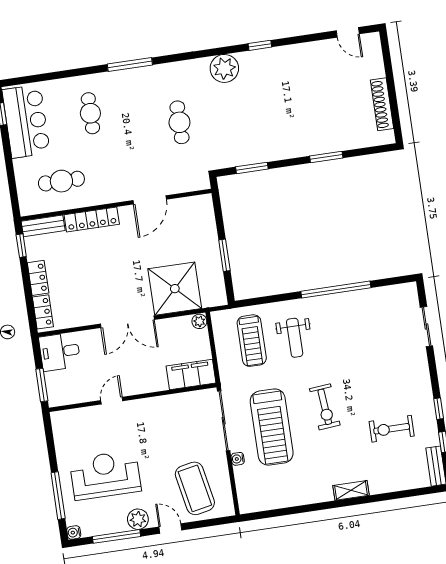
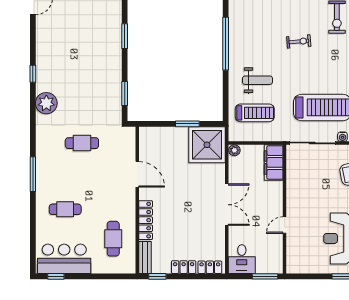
shower: (175, 289) -> (207, 145), moved
door: (112, 401) -> (285, 225), hinge flipped
exercise bike: (325, 407) -> (299, 41), moved, width x0.73, depth x0.72

